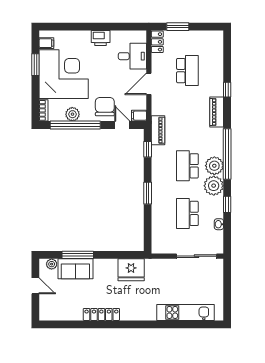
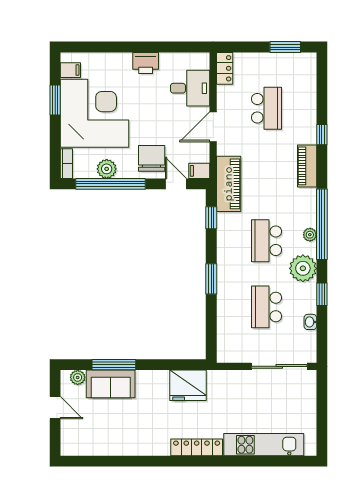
window: (178, 27) -> (285, 47), moved
piano: (158, 130) -> (229, 184), width x1.37, depth x1.33
plant: (214, 166) -> (310, 235), width x0.53, depth x0.53
locker: (101, 314) -> (197, 447), moved

